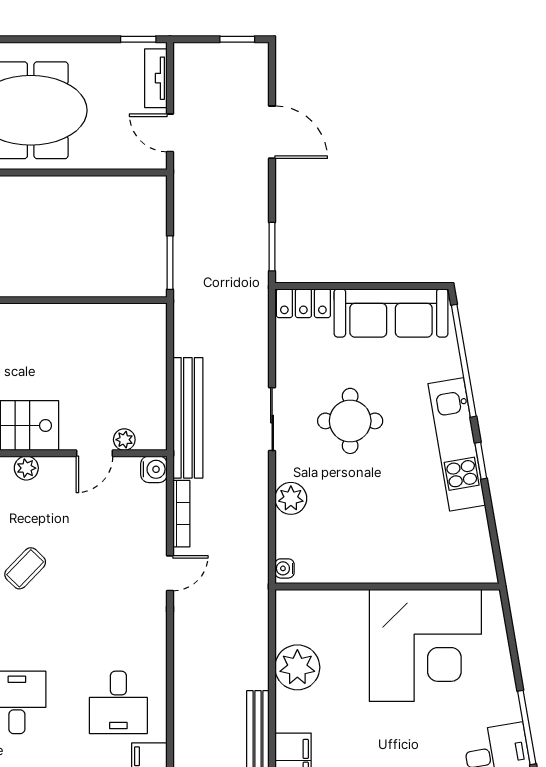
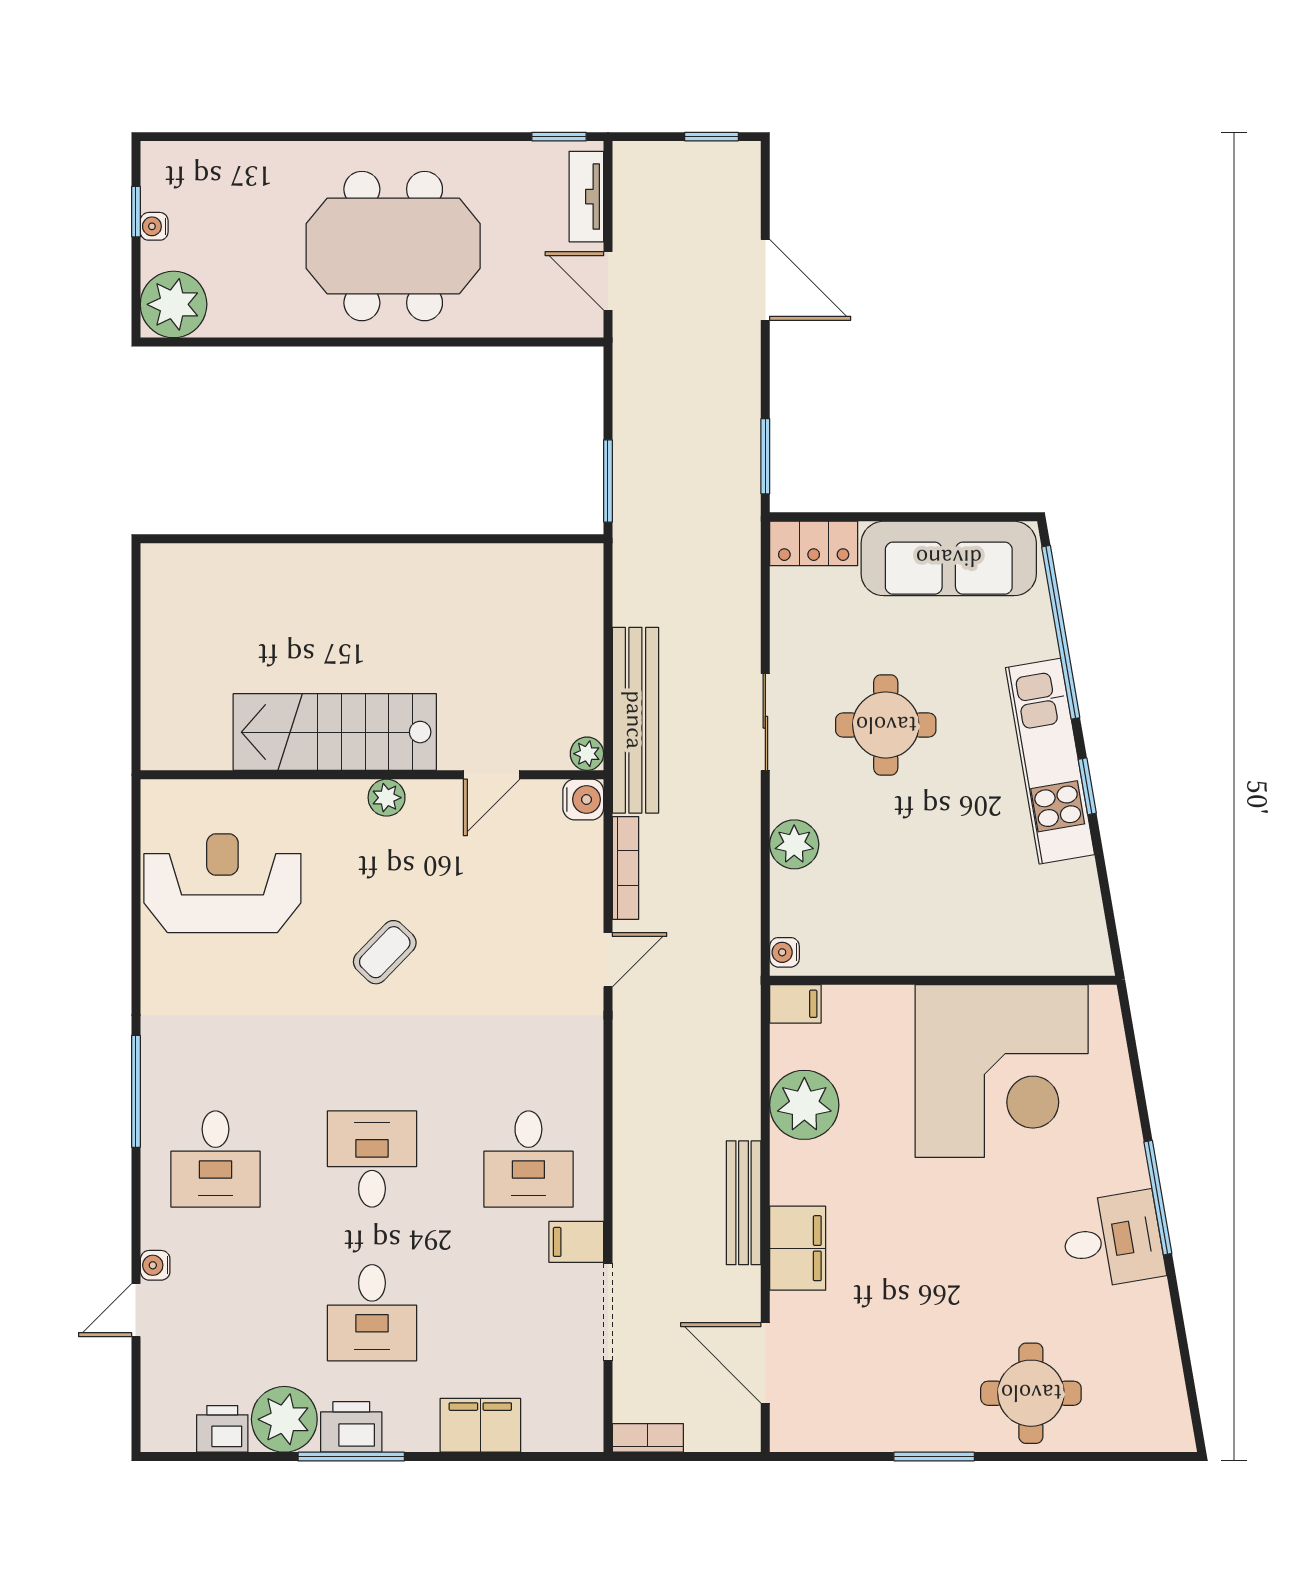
plant: (124, 440) -> (587, 754), moved
filing cabinet: (292, 602) -> (795, 1004), added

